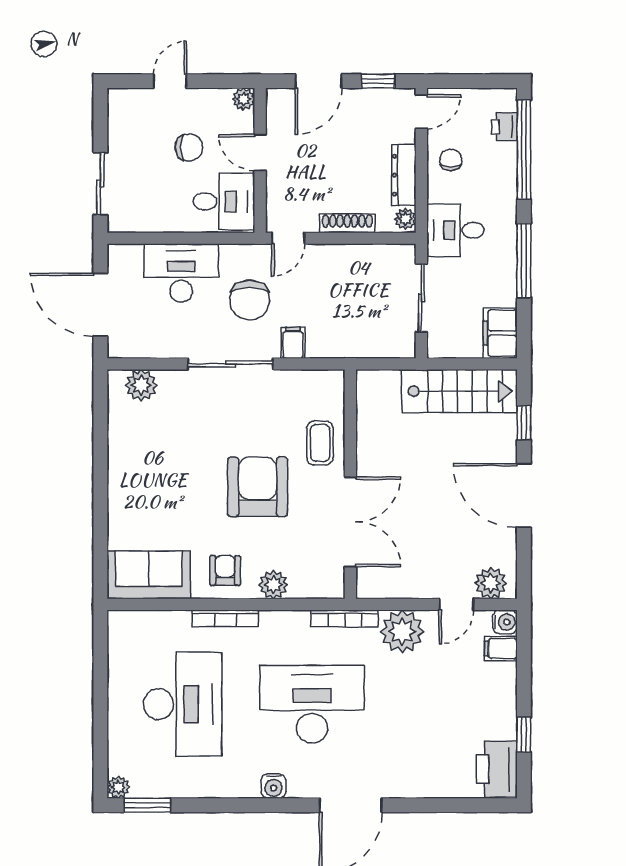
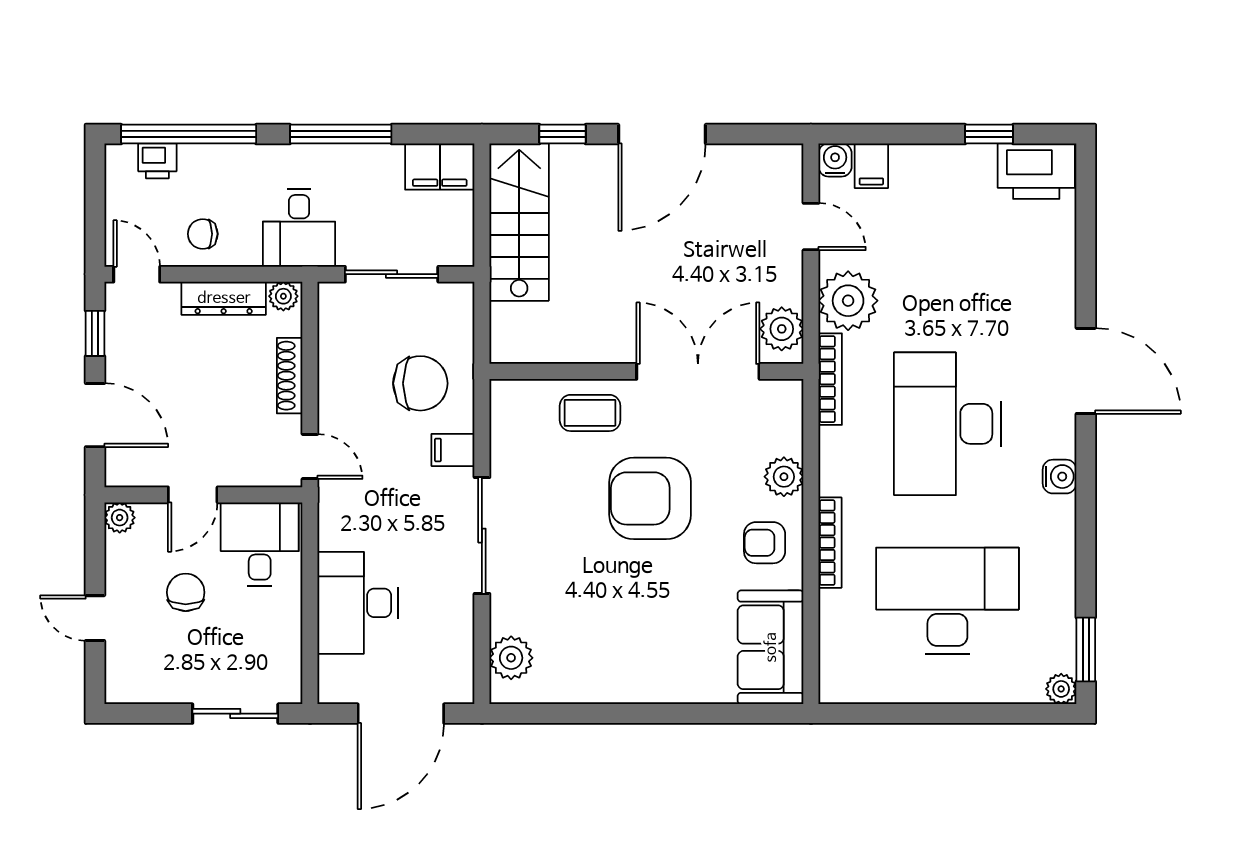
chair: (250, 300) -> (420, 383), moved
plant: (491, 583) -> (782, 329), moved

